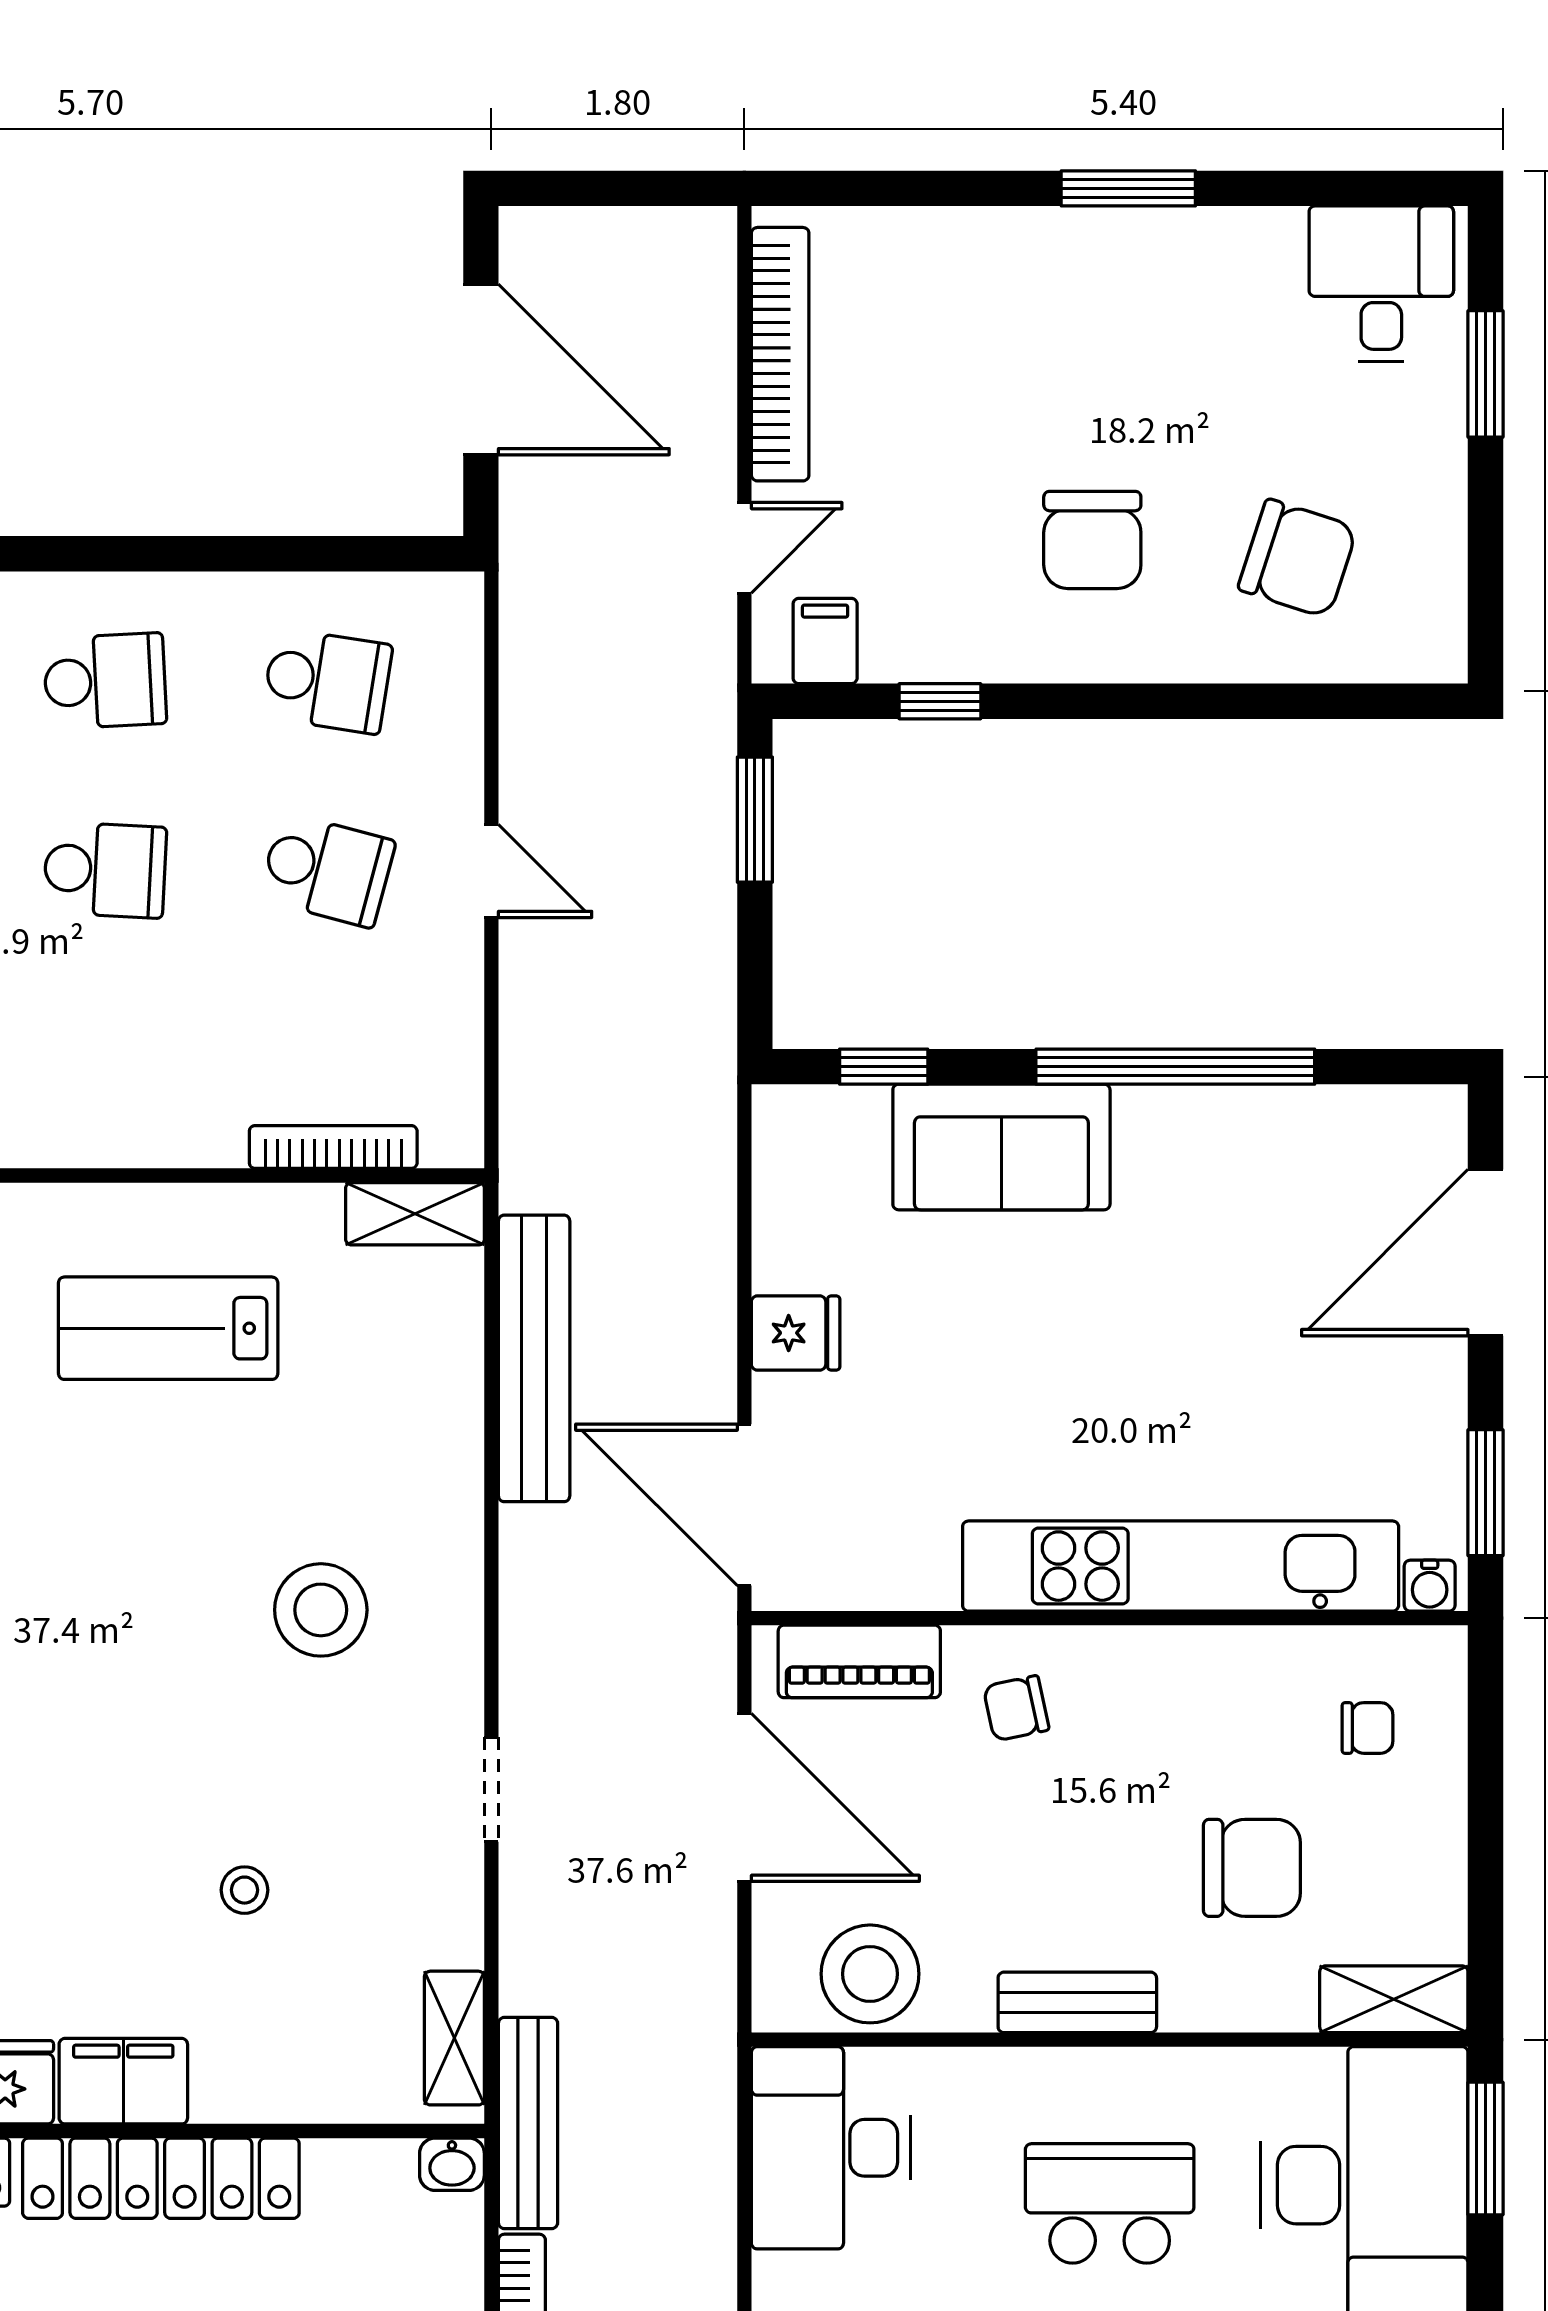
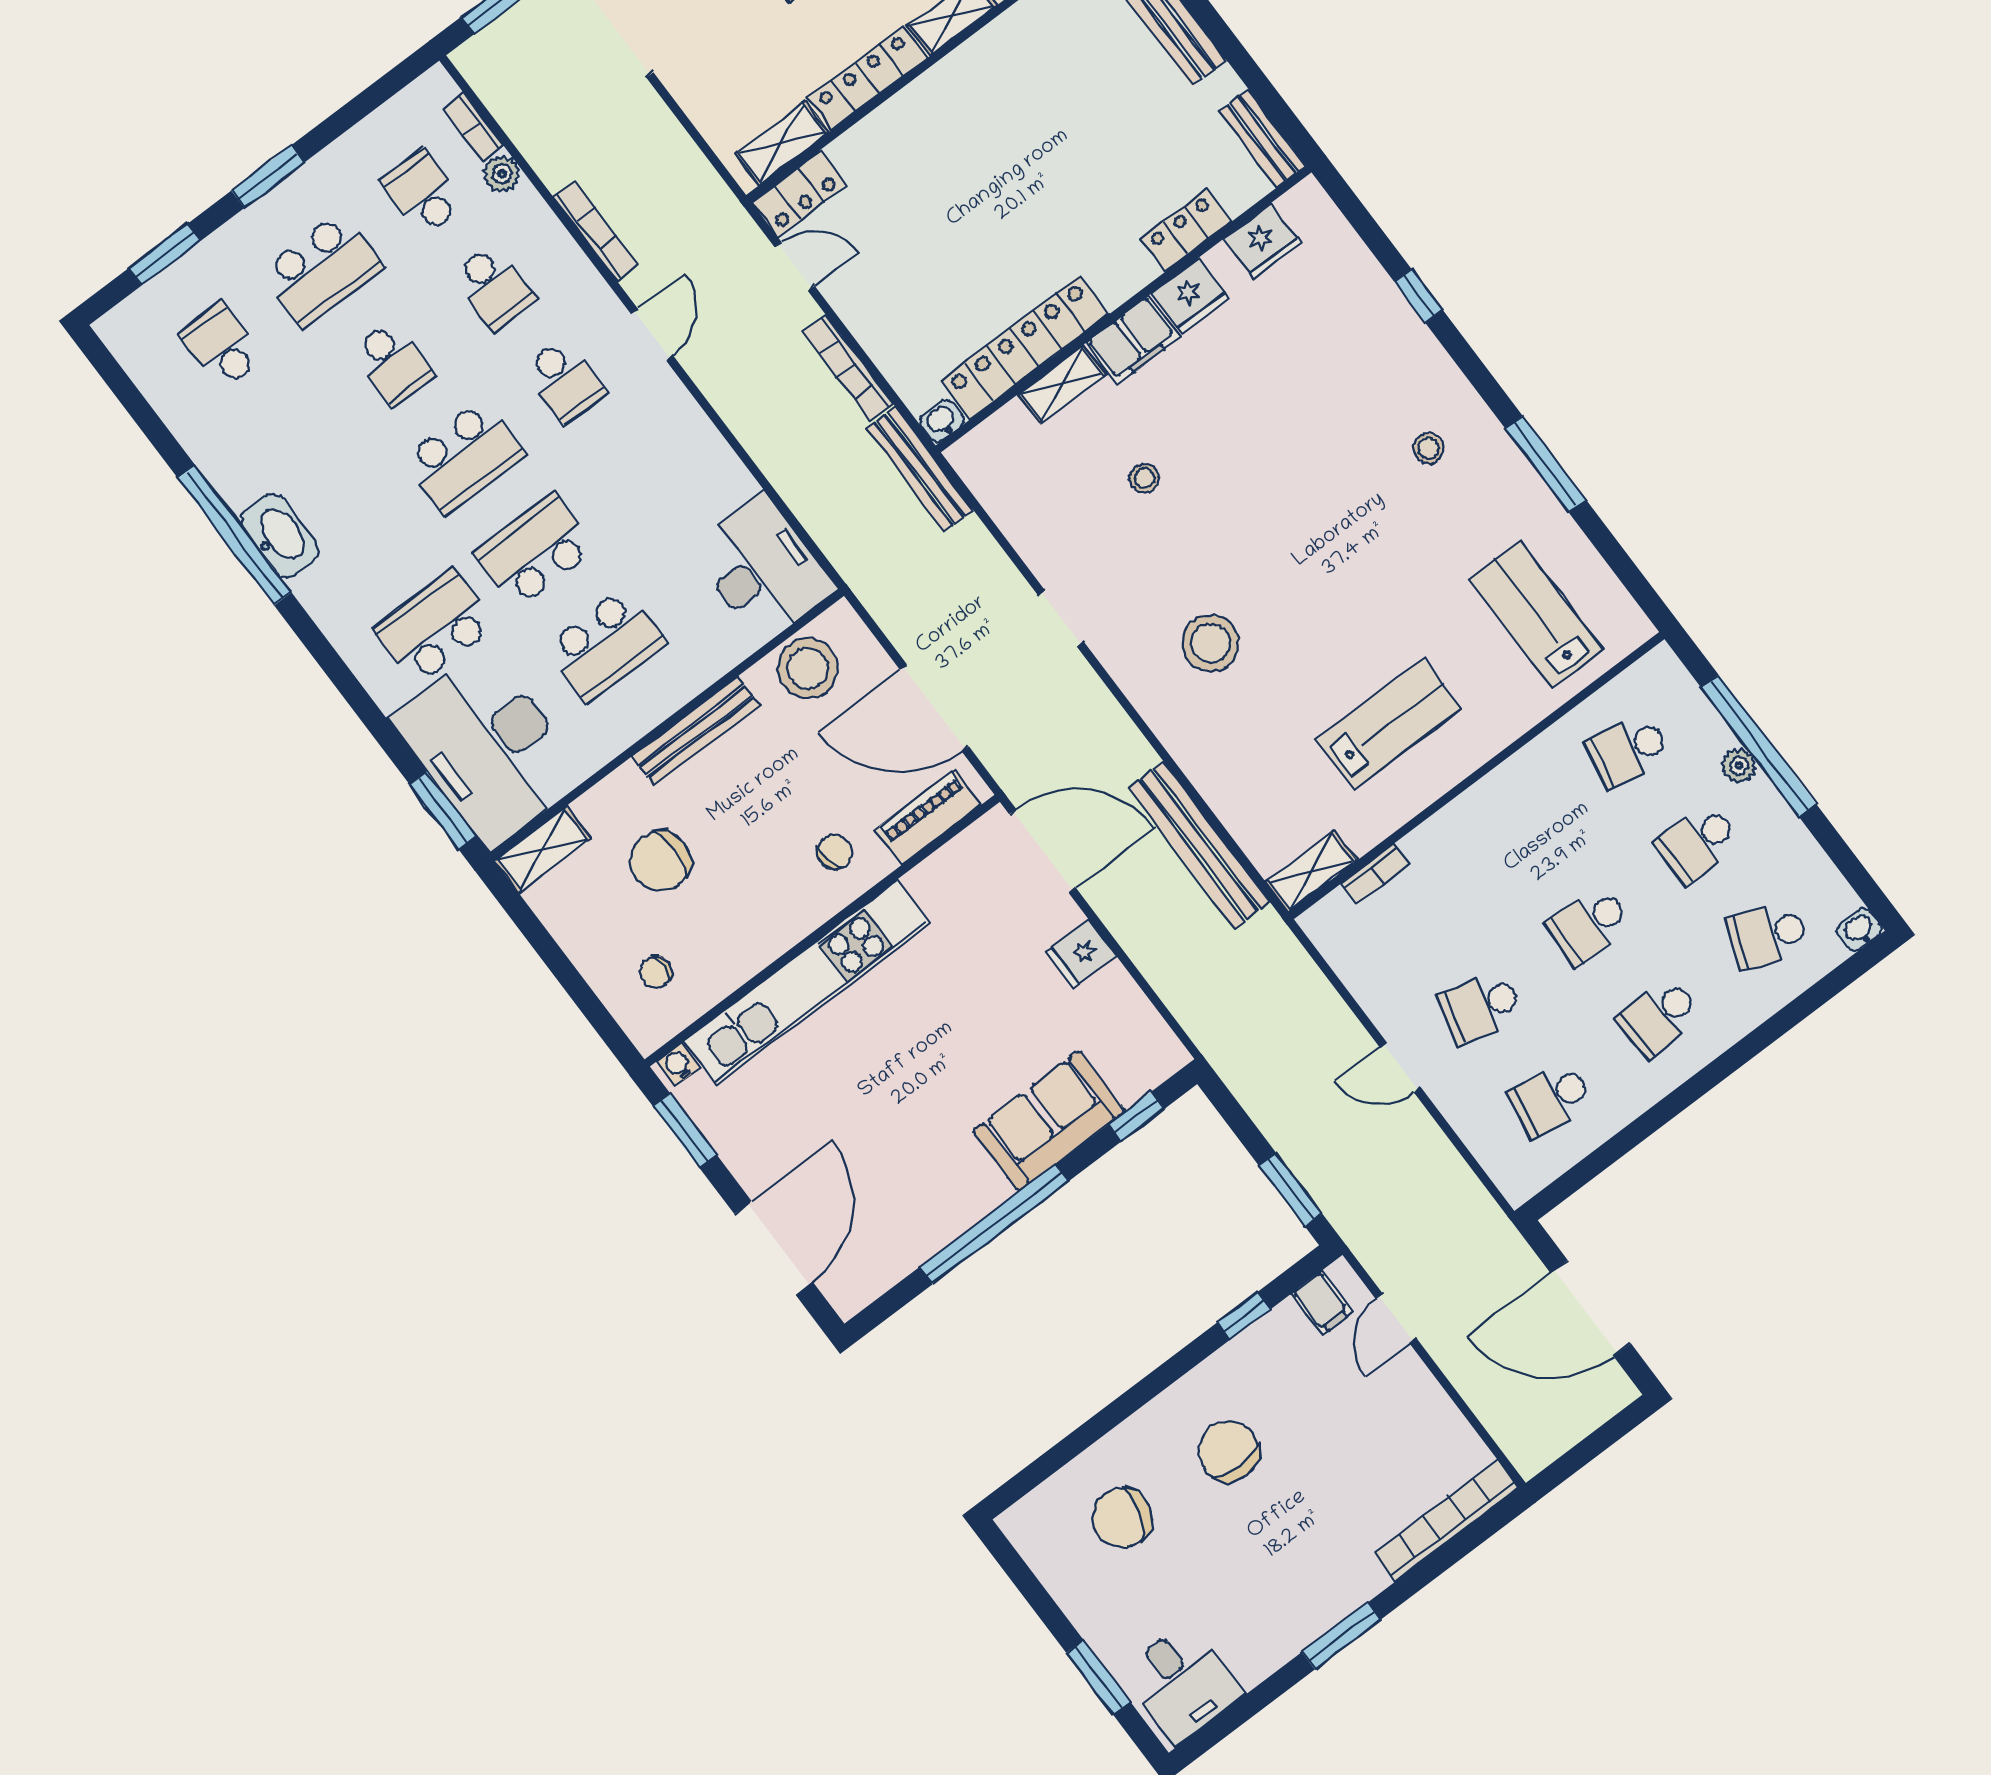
bookcase: (780, 354) -> (1446, 1521), moved, turned 90
bookcase: (333, 1147) -> (1376, 874), width x0.64
bench: (1077, 2002) -> (696, 731), width x1.36
shelving: (454, 2038) -> (1062, 384), moved, turned 90
locker: (161, 2178) -> (1025, 348), moved

